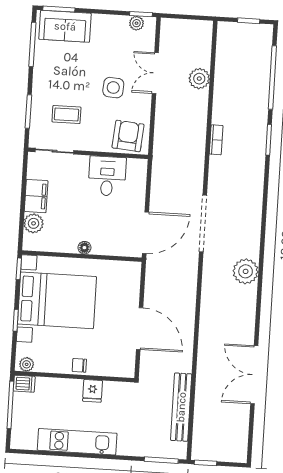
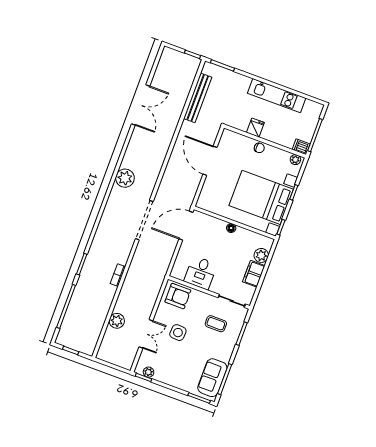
sofa: (65, 26) -> (212, 378), moved, turned -90
armchair: (128, 136) -> (178, 296), turned -95

